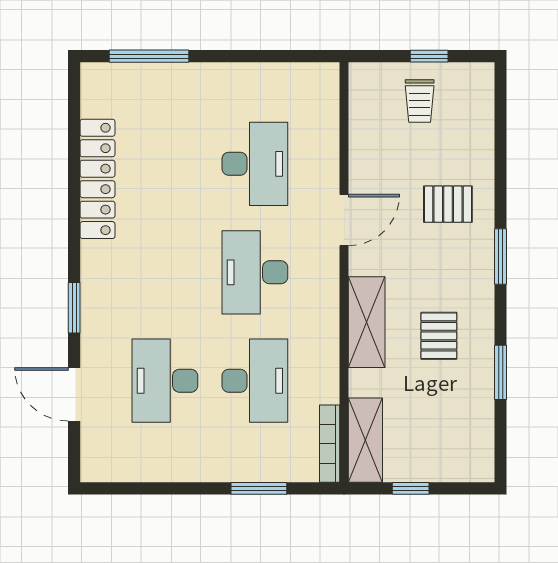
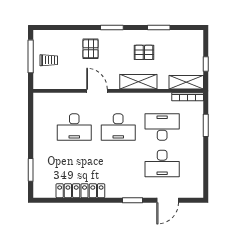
window: (149, 56) -> (31, 170), width x0.69
window: (429, 56) -> (31, 56), width x2.17
desk: (255, 164) -> (74, 127), turned 180

